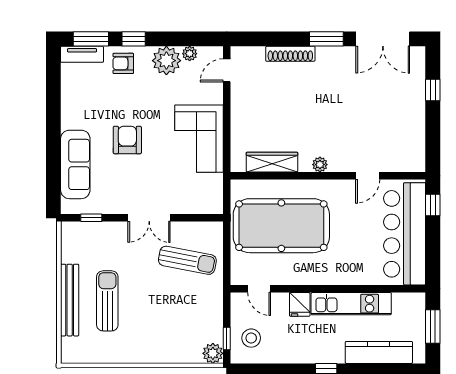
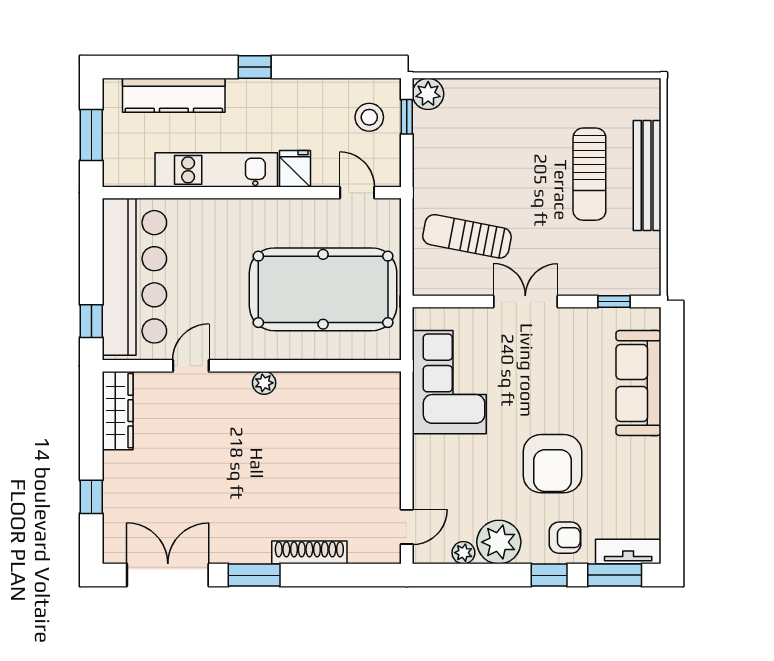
corner sofa: (199, 139) -> (449, 382), moved
armchair: (127, 140) -> (553, 464), moved, width x1.36, depth x1.36
wardrobe: (272, 162) -> (118, 411), moved, turned -90

